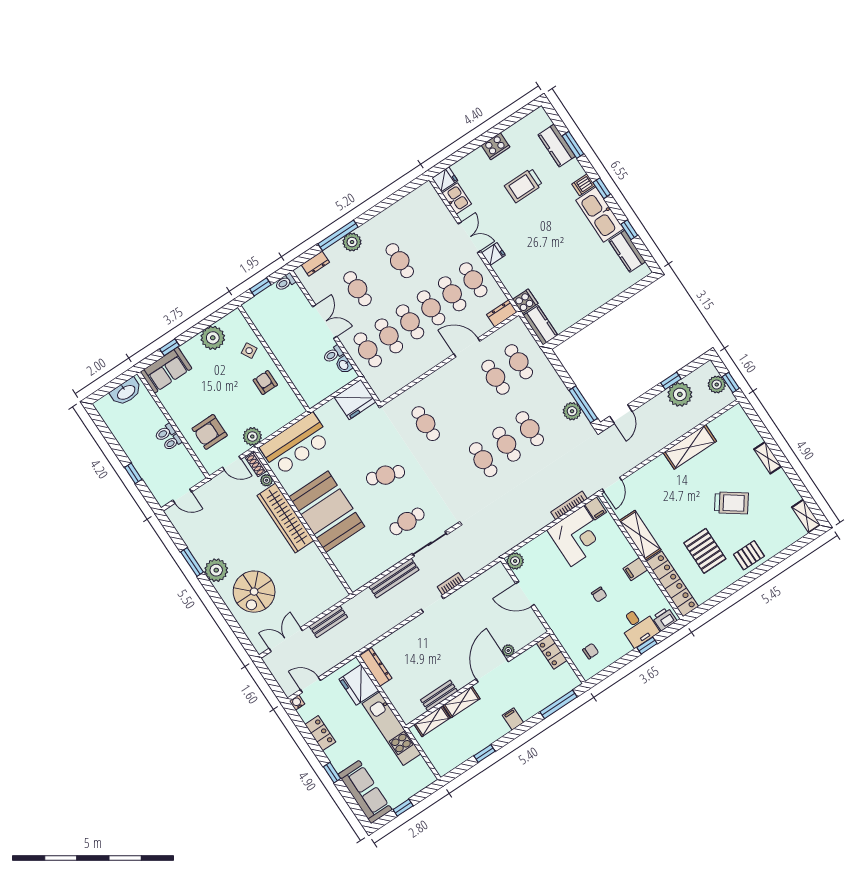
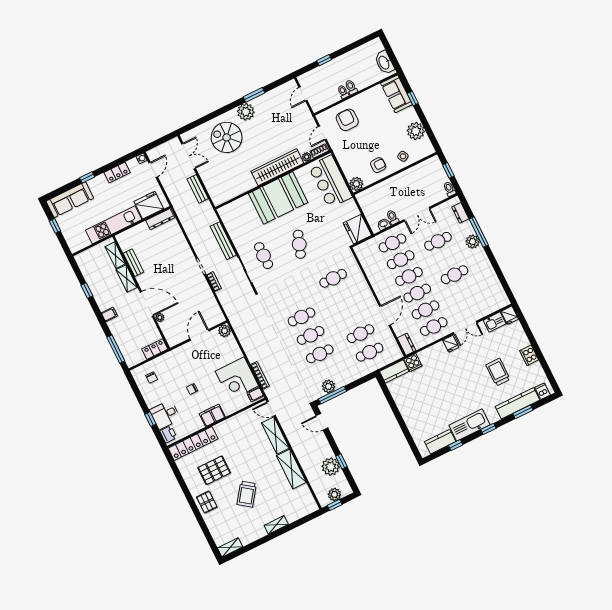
kitchen counter: (557, 145) -> (517, 403), width x1.50
dishwasher: (583, 185) -> (543, 391), moved
plant: (252, 436) -> (356, 184), moved
shelving: (640, 535) -> (275, 435), moved, turned 90
filing cabinet: (635, 569) -> (212, 415), width x2.00

